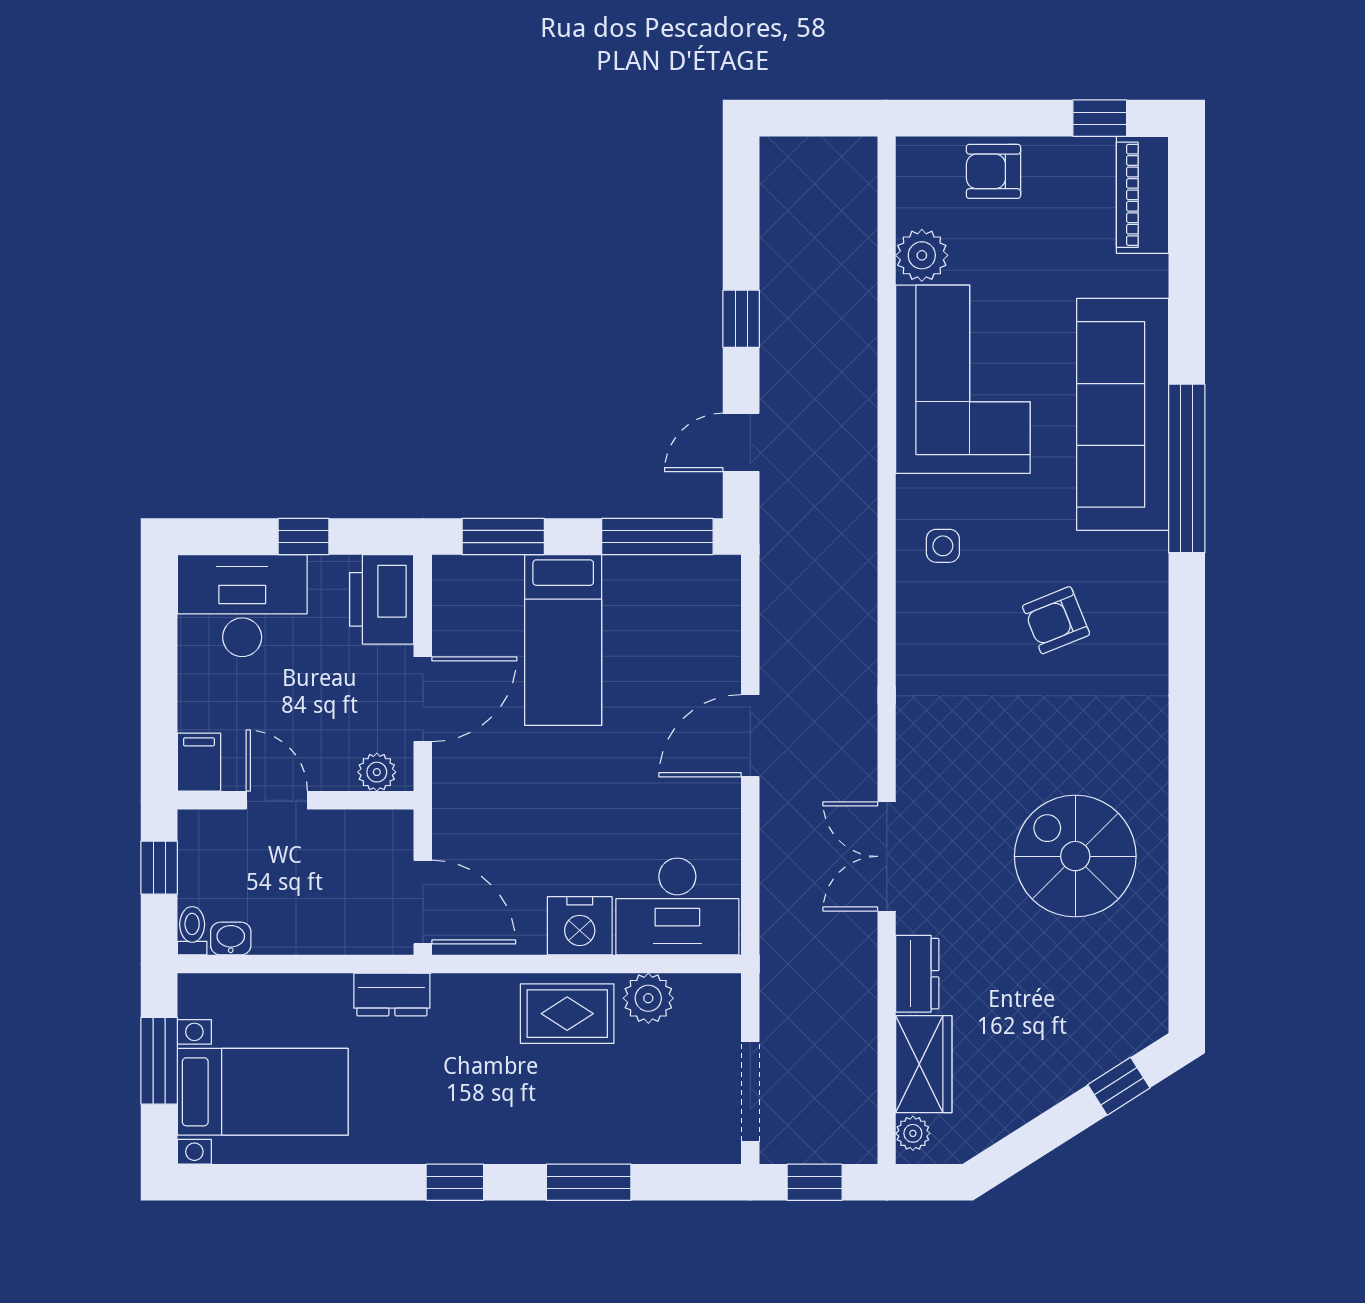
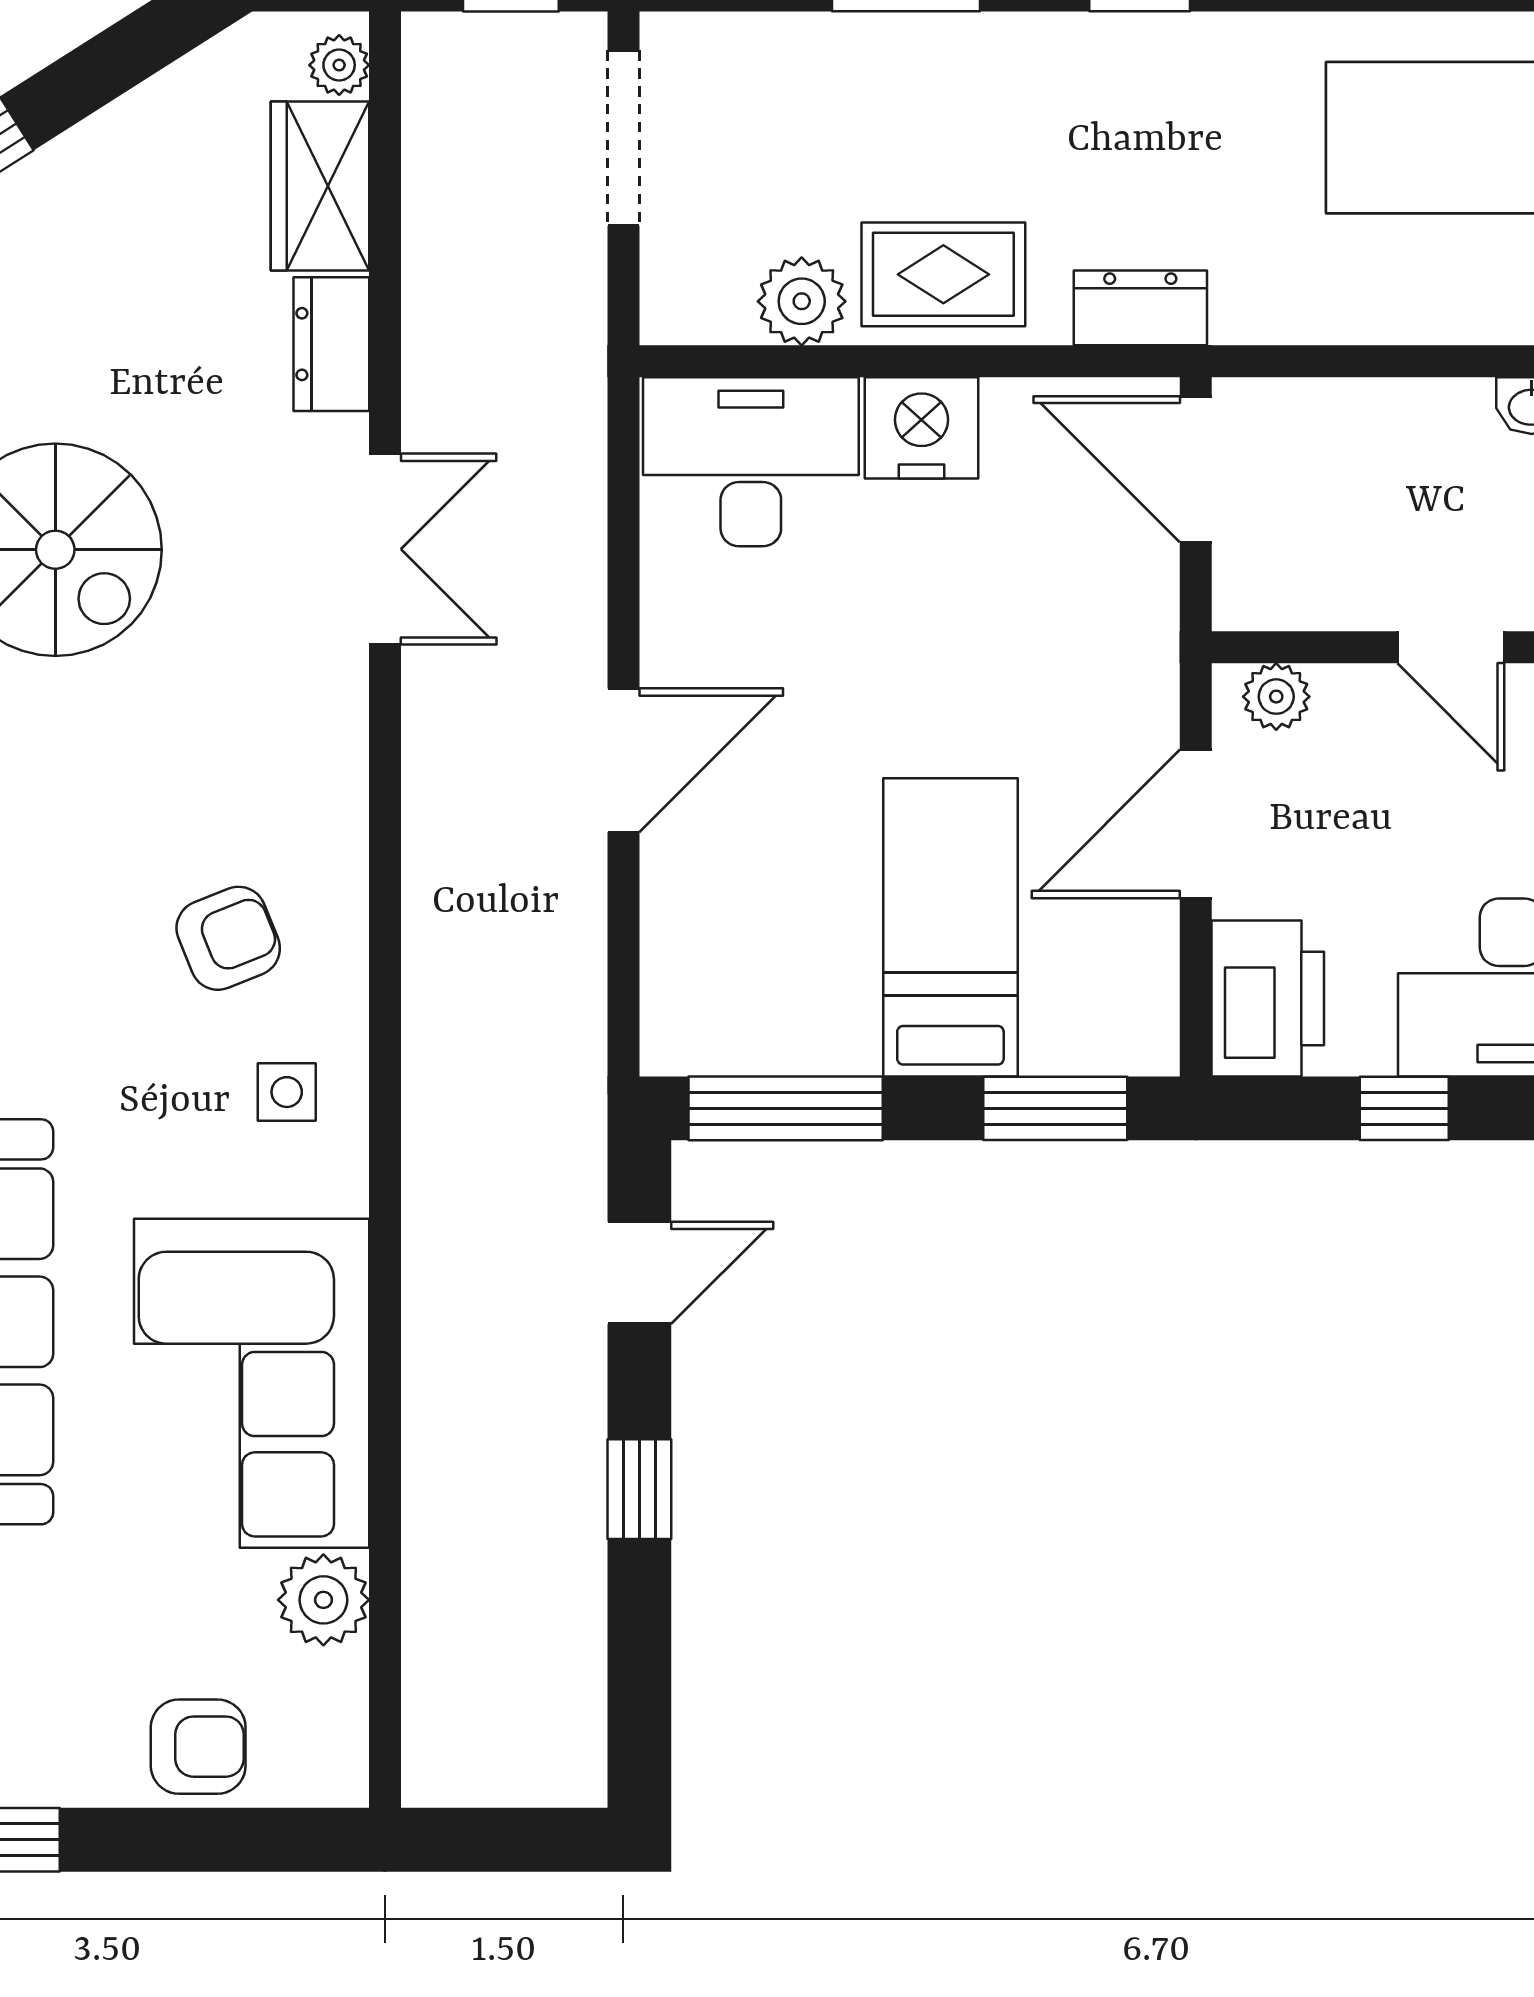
armchair: (1056, 620) -> (228, 938), moved
dresser: (392, 994) -> (1140, 308), moved

